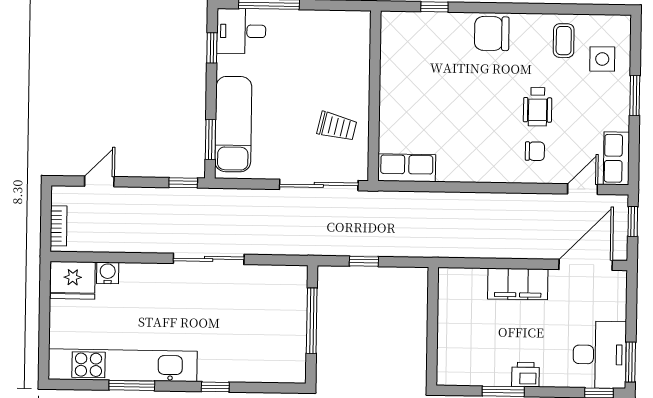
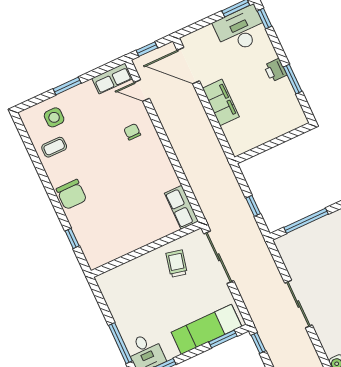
wheelchair: (538, 107) -> (104, 144), removed

